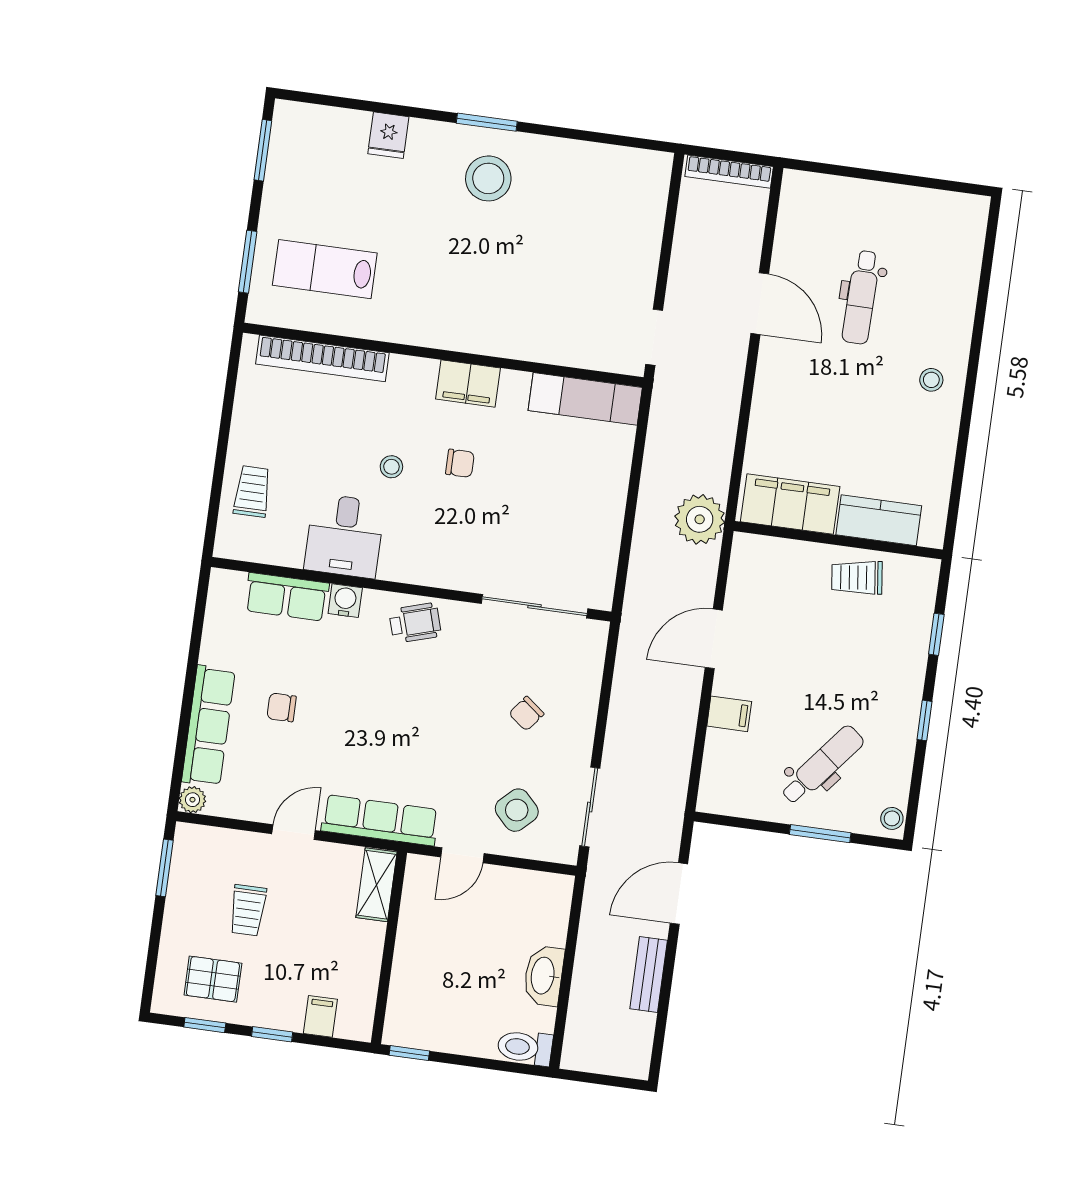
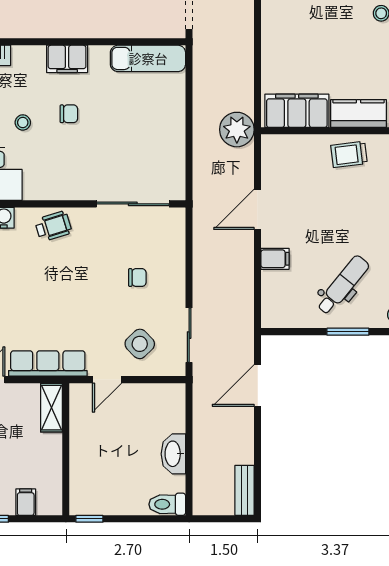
chair: (526, 714) -> (137, 278), turned -128
bench: (649, 975) -> (245, 490), moved

